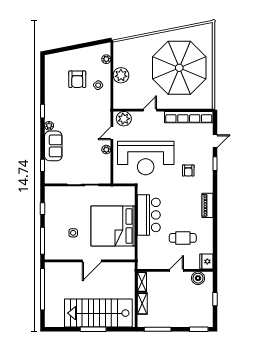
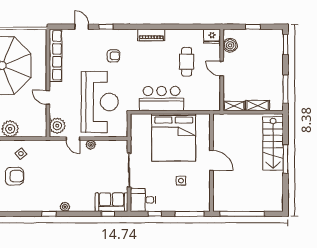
sofa: (53, 146) -> (111, 202), moved
desk: (55, 198) -> (143, 200), added
stairs: (98, 313) -> (273, 143), width x0.73, depth x0.66

